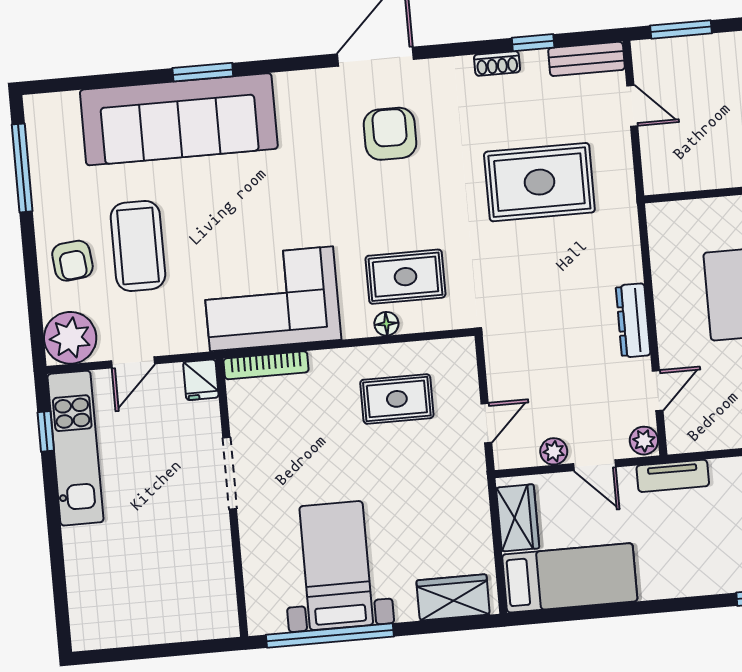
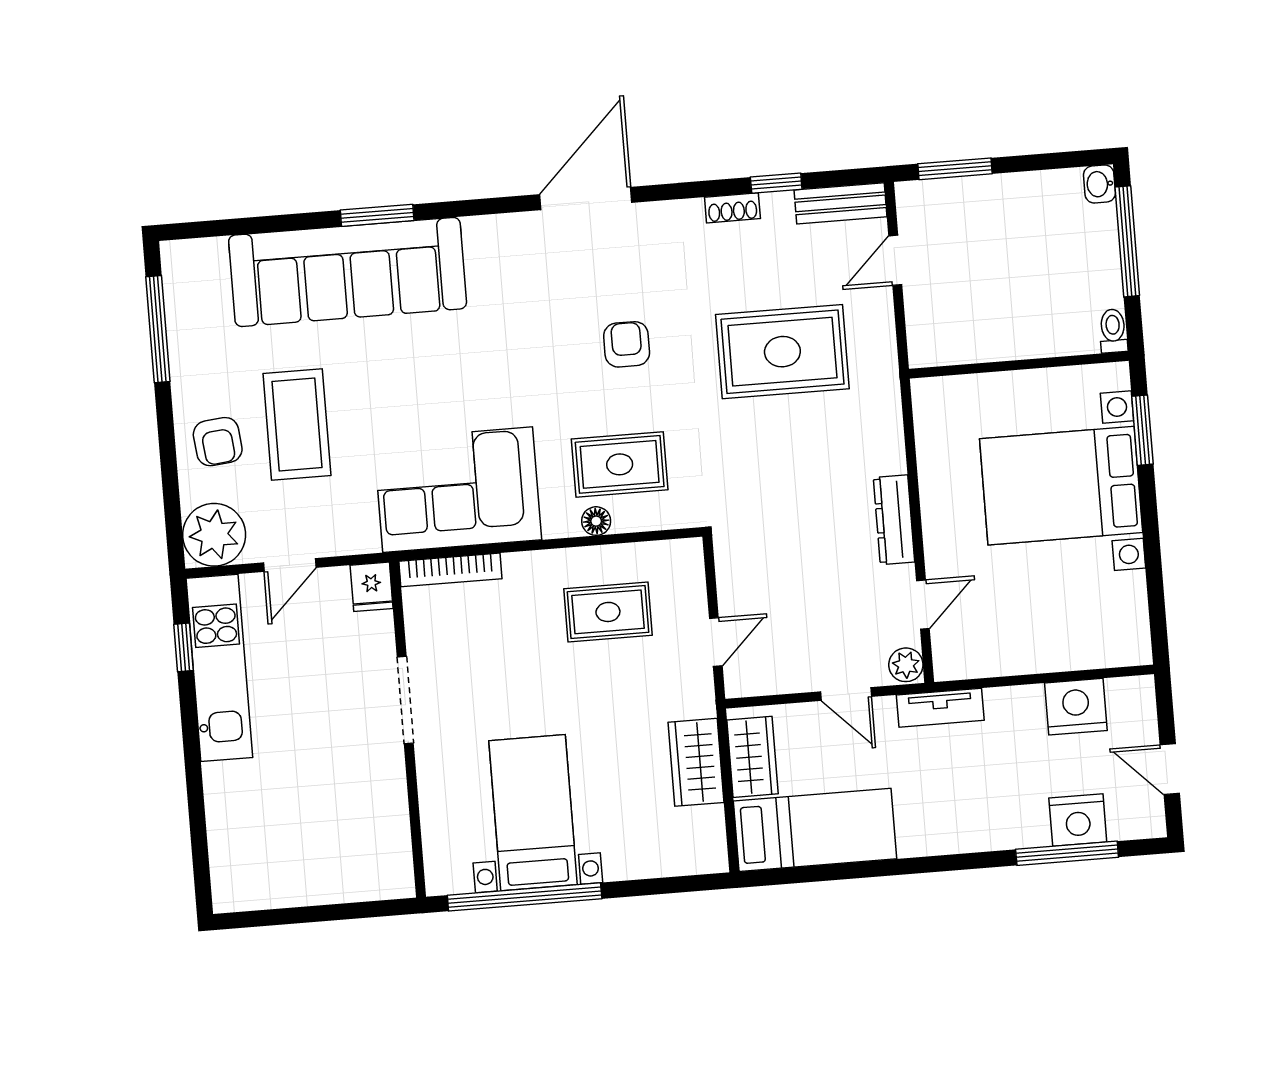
door: (632, 106) -> (895, 260), swing flipped
armchair: (390, 134) -> (627, 344), moved, width x0.72, depth x0.72
plant: (554, 451) -> (797, 677), removed
wardrobe: (453, 597) -> (696, 762), moved, turned -90

